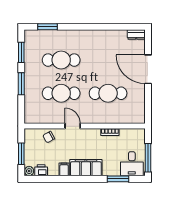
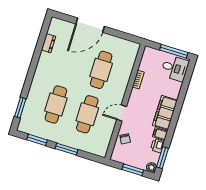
dresser: (136, 35) -> (49, 43), moved
printer: (41, 170) -> (157, 146), moved
window: (118, 179) -> (163, 158), moved

